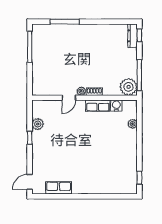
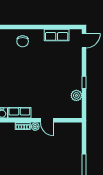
door: (69, 98) -> (47, 120), swing flipped
chair: (94, 181) -> (23, 41), added

